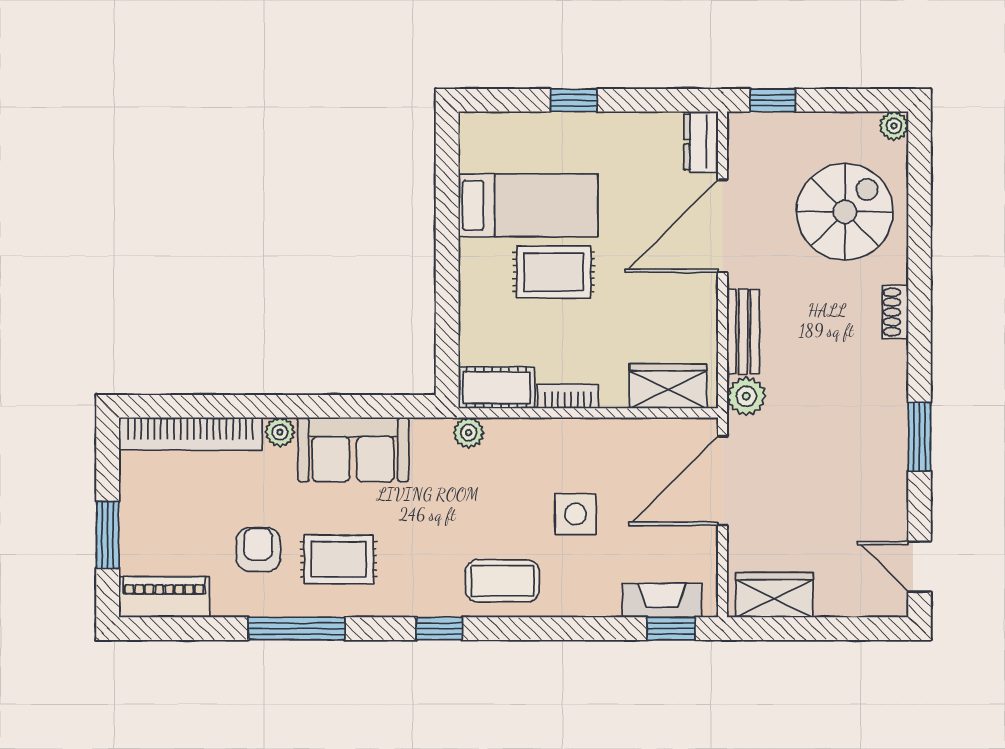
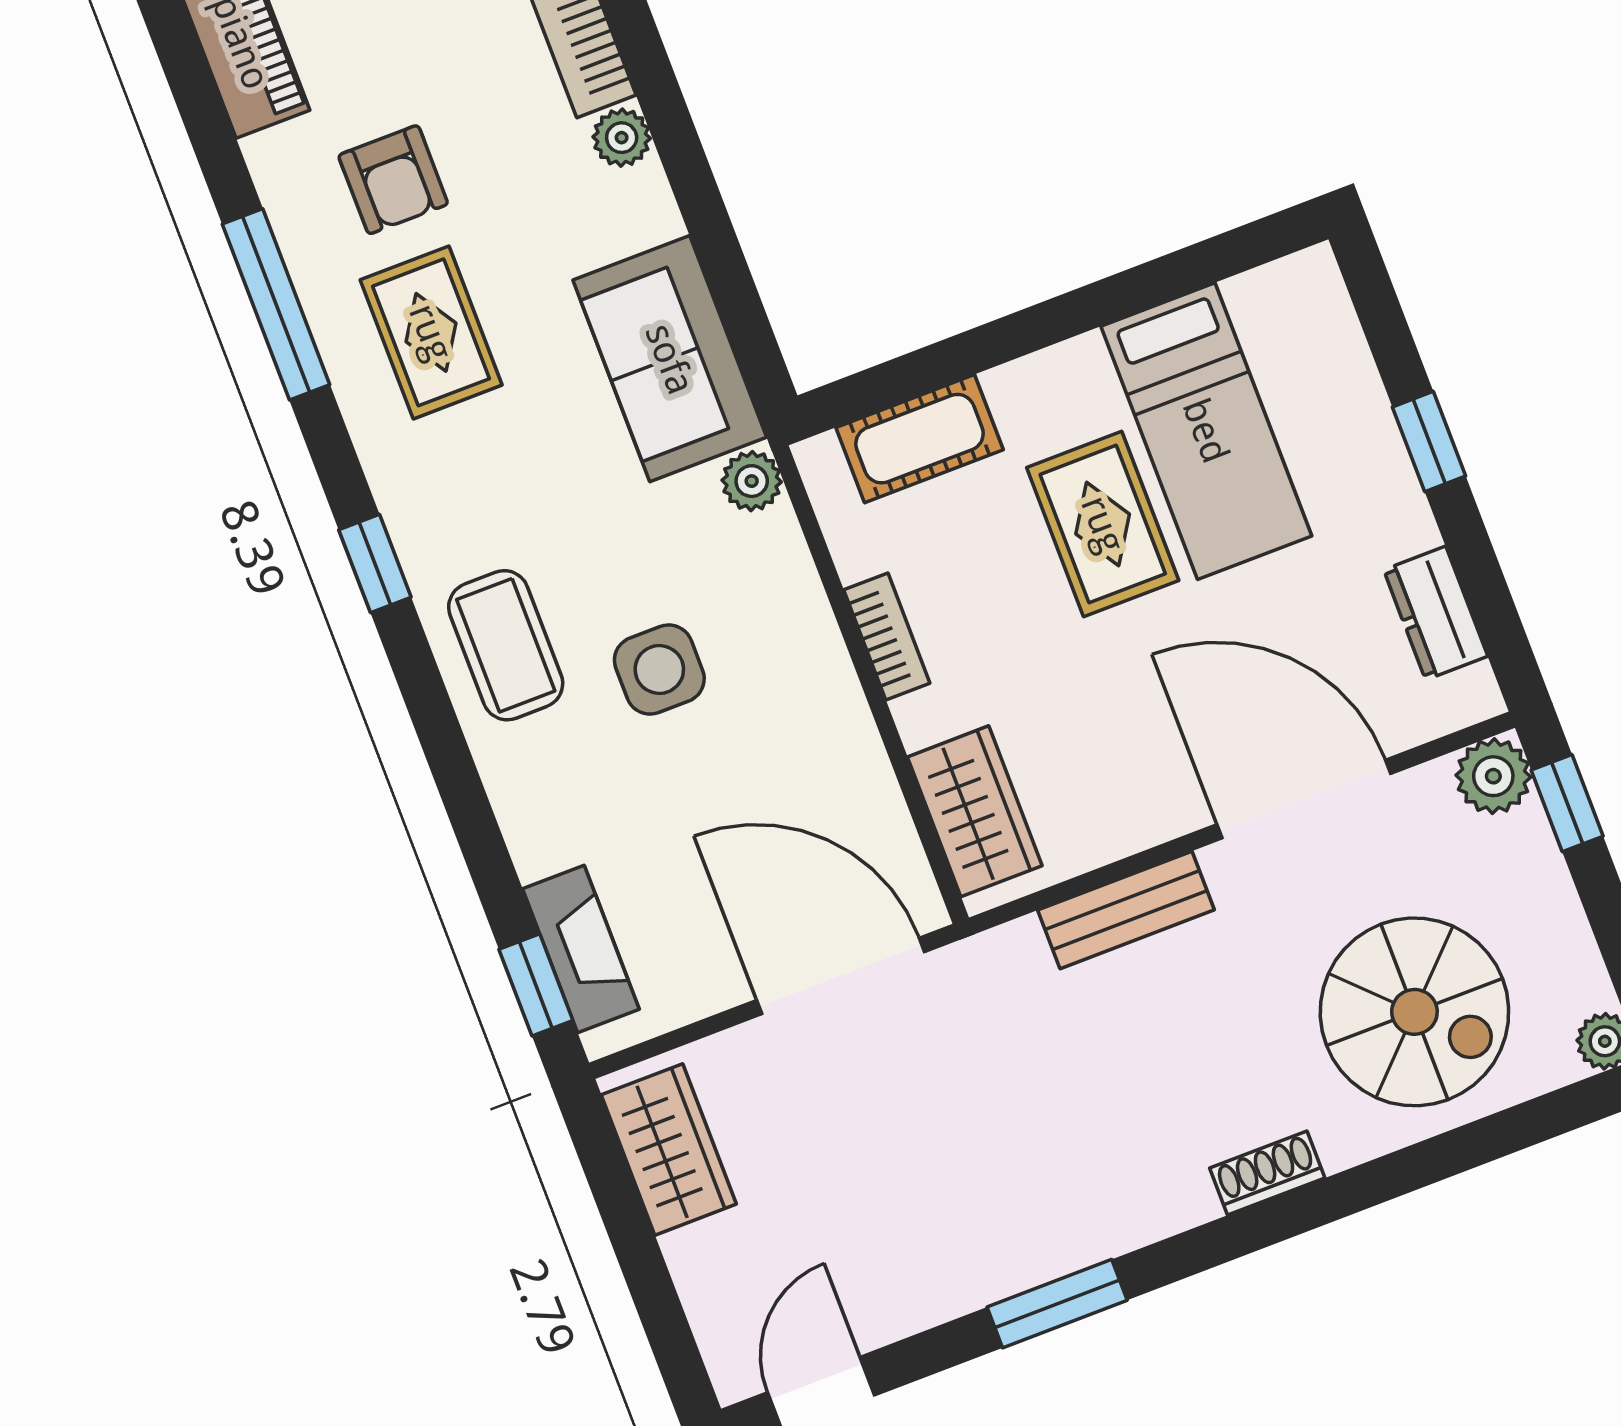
dresser: (701, 142) -> (1436, 613), moved, turned -90
cot: (496, 388) -> (920, 439), moved, turned 90
plant: (746, 396) -> (1493, 776), moved
sofa: (353, 449) -> (670, 359), moved
side table: (576, 514) -> (659, 669), moved
armchair: (258, 549) -> (393, 180), turned 90

